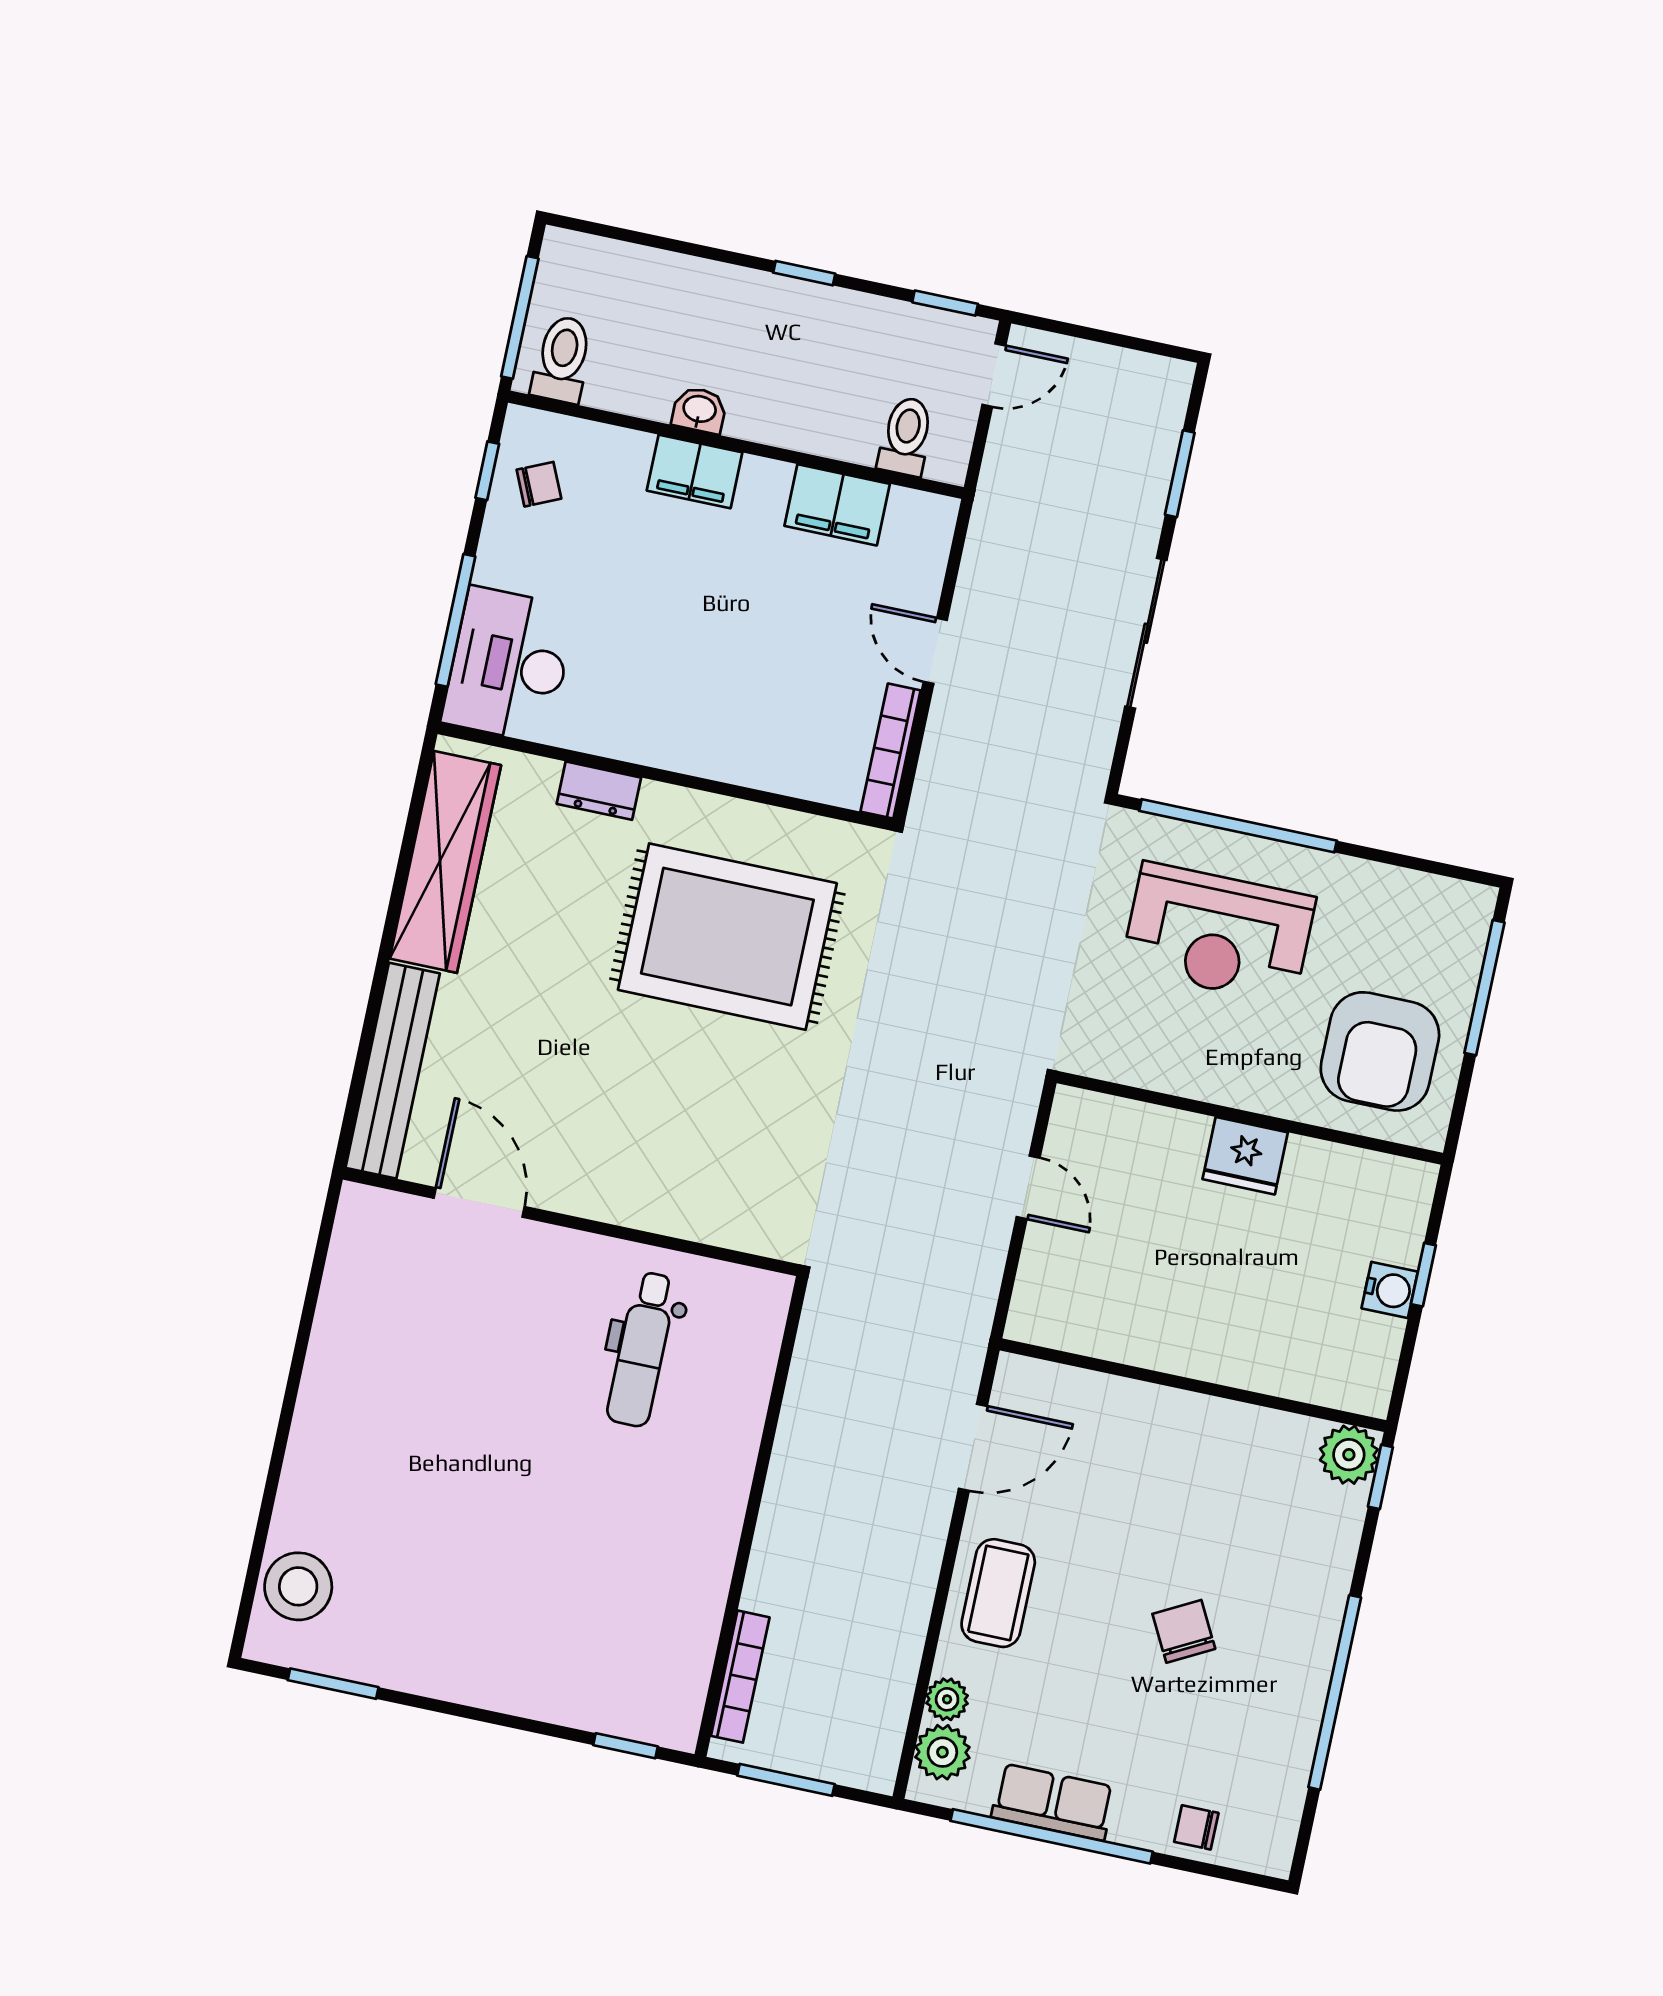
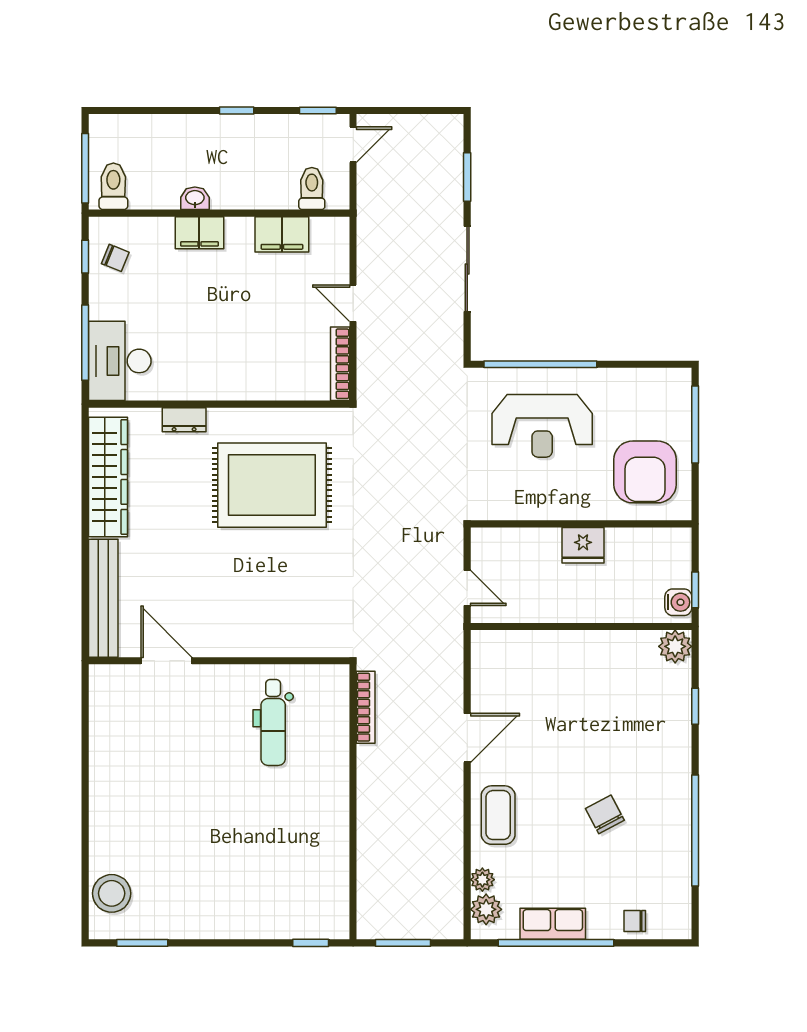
chair: (539, 484) -> (115, 258), turned 46
wall: (1193, 1385) -> (581, 626), moved
plant: (1349, 1455) -> (675, 646), moved
bookcase: (740, 1677) -> (366, 707), moved

